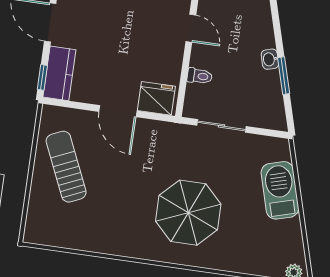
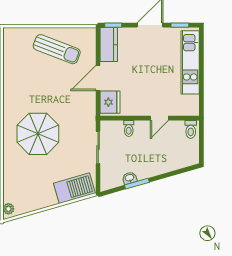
washbasin: (270, 59) -> (130, 178), moved
kitchen counter: (59, 73) -> (109, 45), moved, turned -90
sun lounger: (66, 167) -> (57, 49), turned 45
barbecue: (280, 190) -> (74, 188), moved

